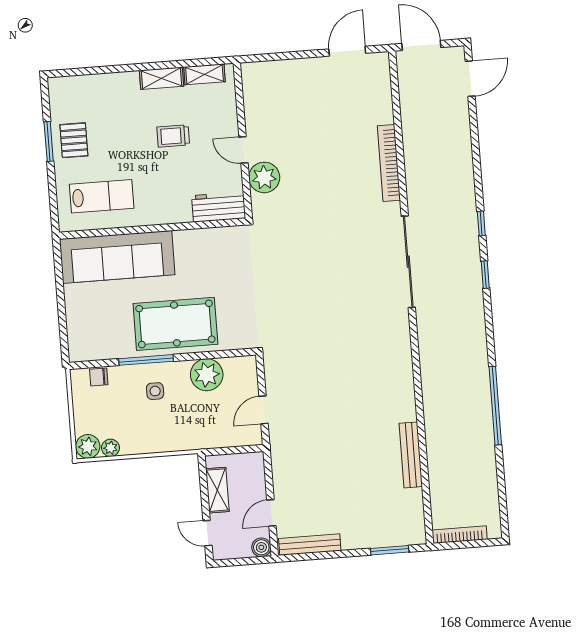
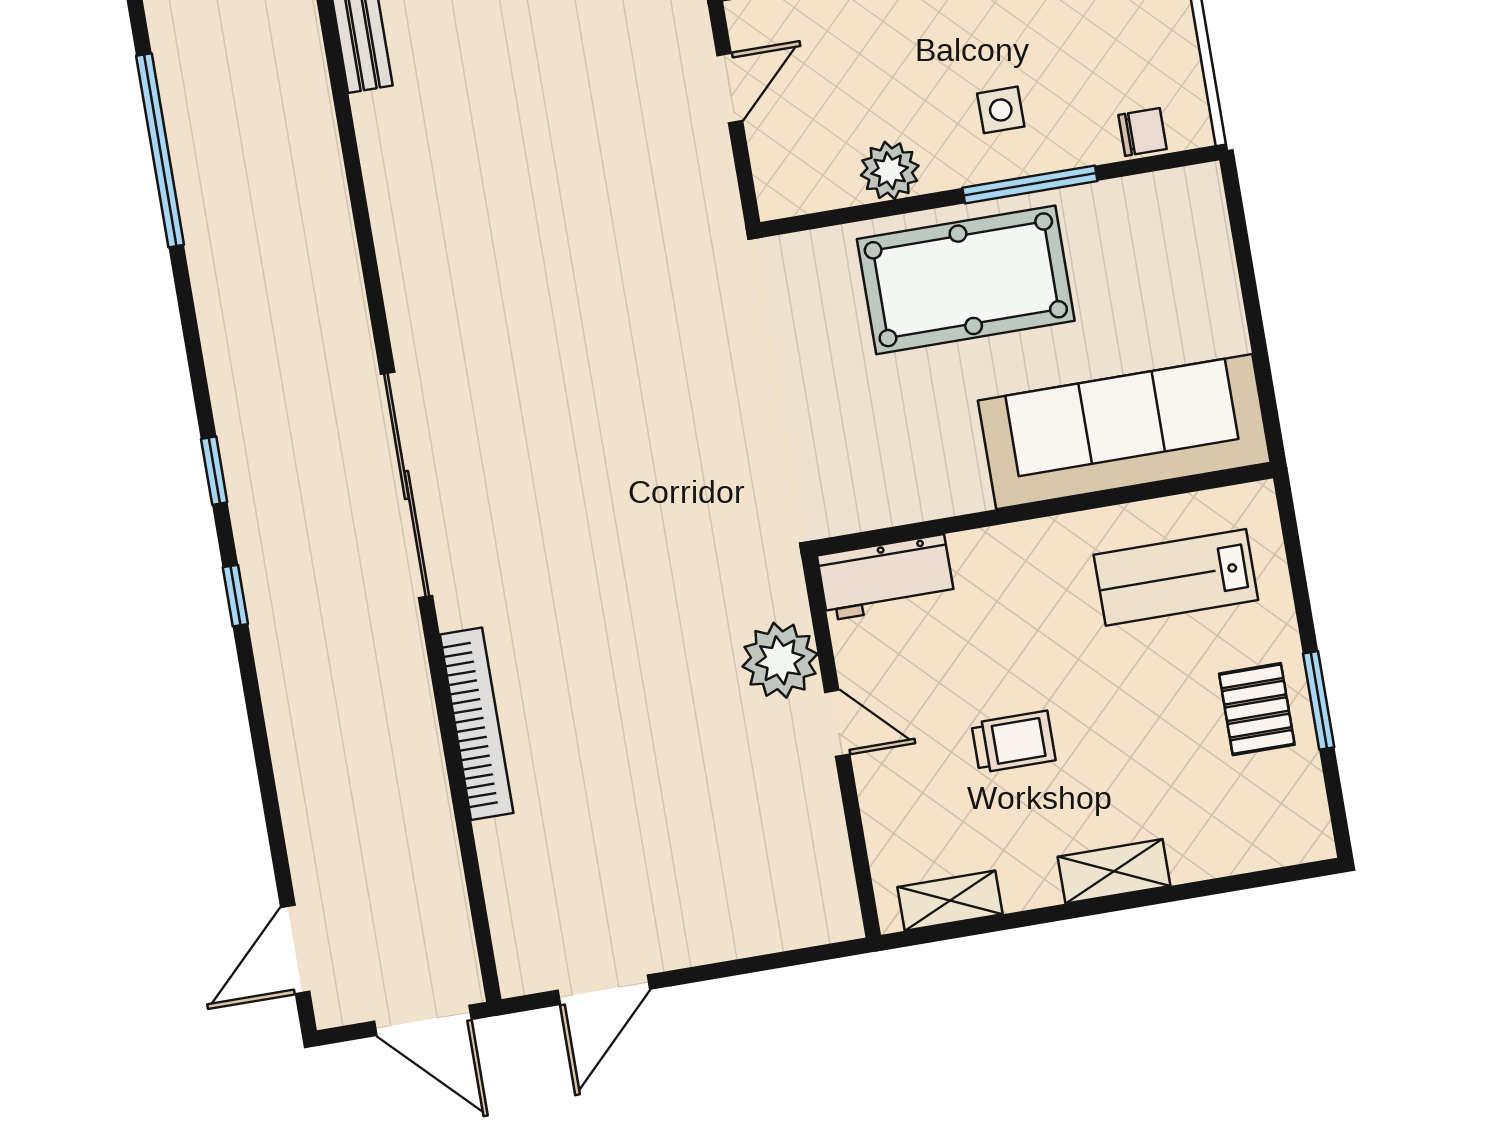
shelving: (161, 78) -> (1114, 871), moved
plant: (207, 375) -> (890, 171), width x0.73, depth x0.73

